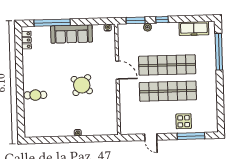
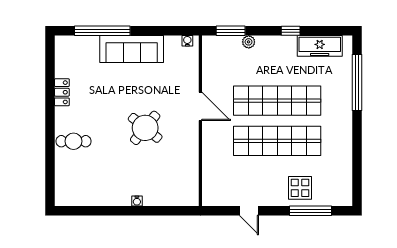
window: (162, 20) -> (291, 31), moved
locker: (26, 40) -> (62, 92), moved

